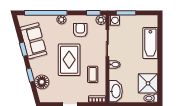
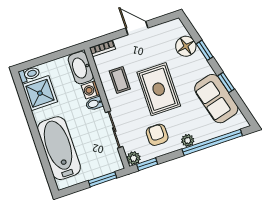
washing machine: (114, 20) -> (90, 90), moved
armchair: (80, 30) -> (157, 135), turned 180
bathtub: (150, 43) -> (59, 148), width x1.36, depth x1.36

